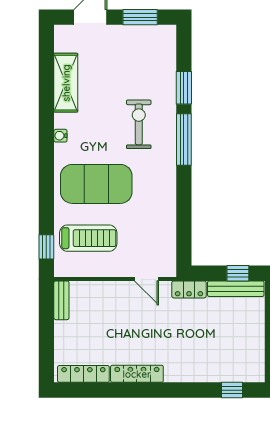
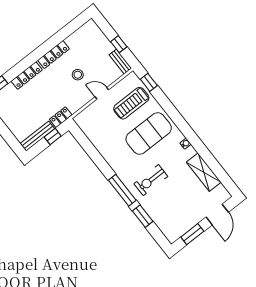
exercise bike: (139, 124) -> (151, 180), turned 90
window: (238, 273) -> (53, 137), moved
door: (147, 279) -> (102, 93), moved
window: (46, 323) -> (119, 44), added
stool: (127, 325) -> (78, 75), added
locker: (83, 374) -> (27, 76), moved

